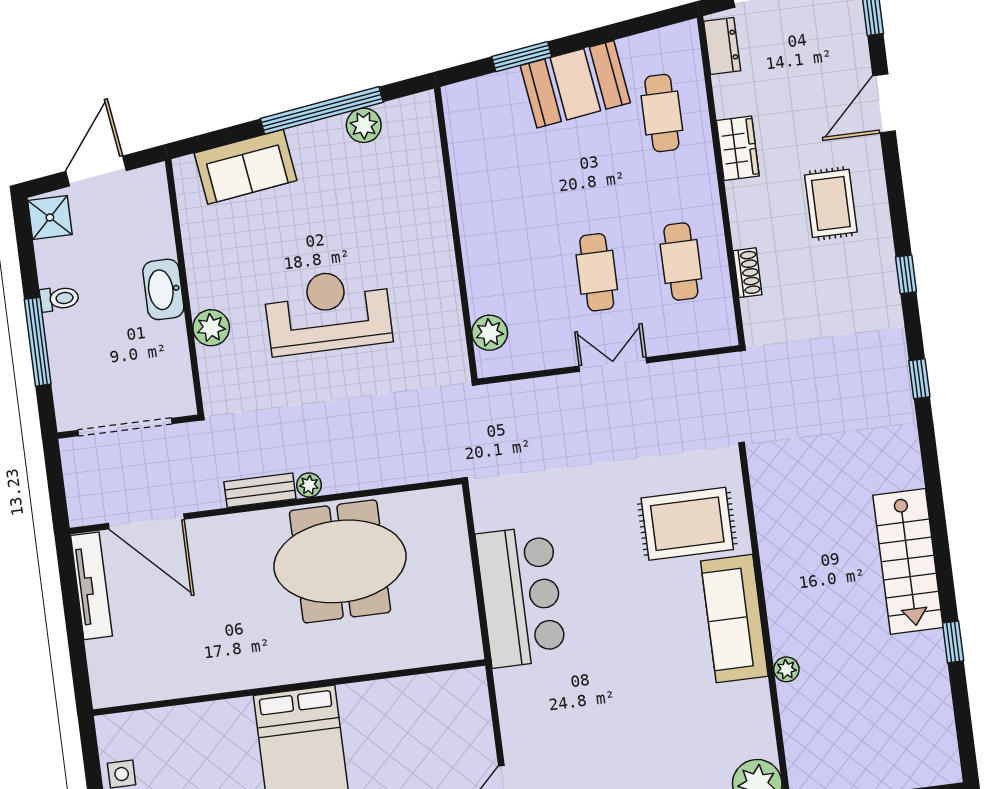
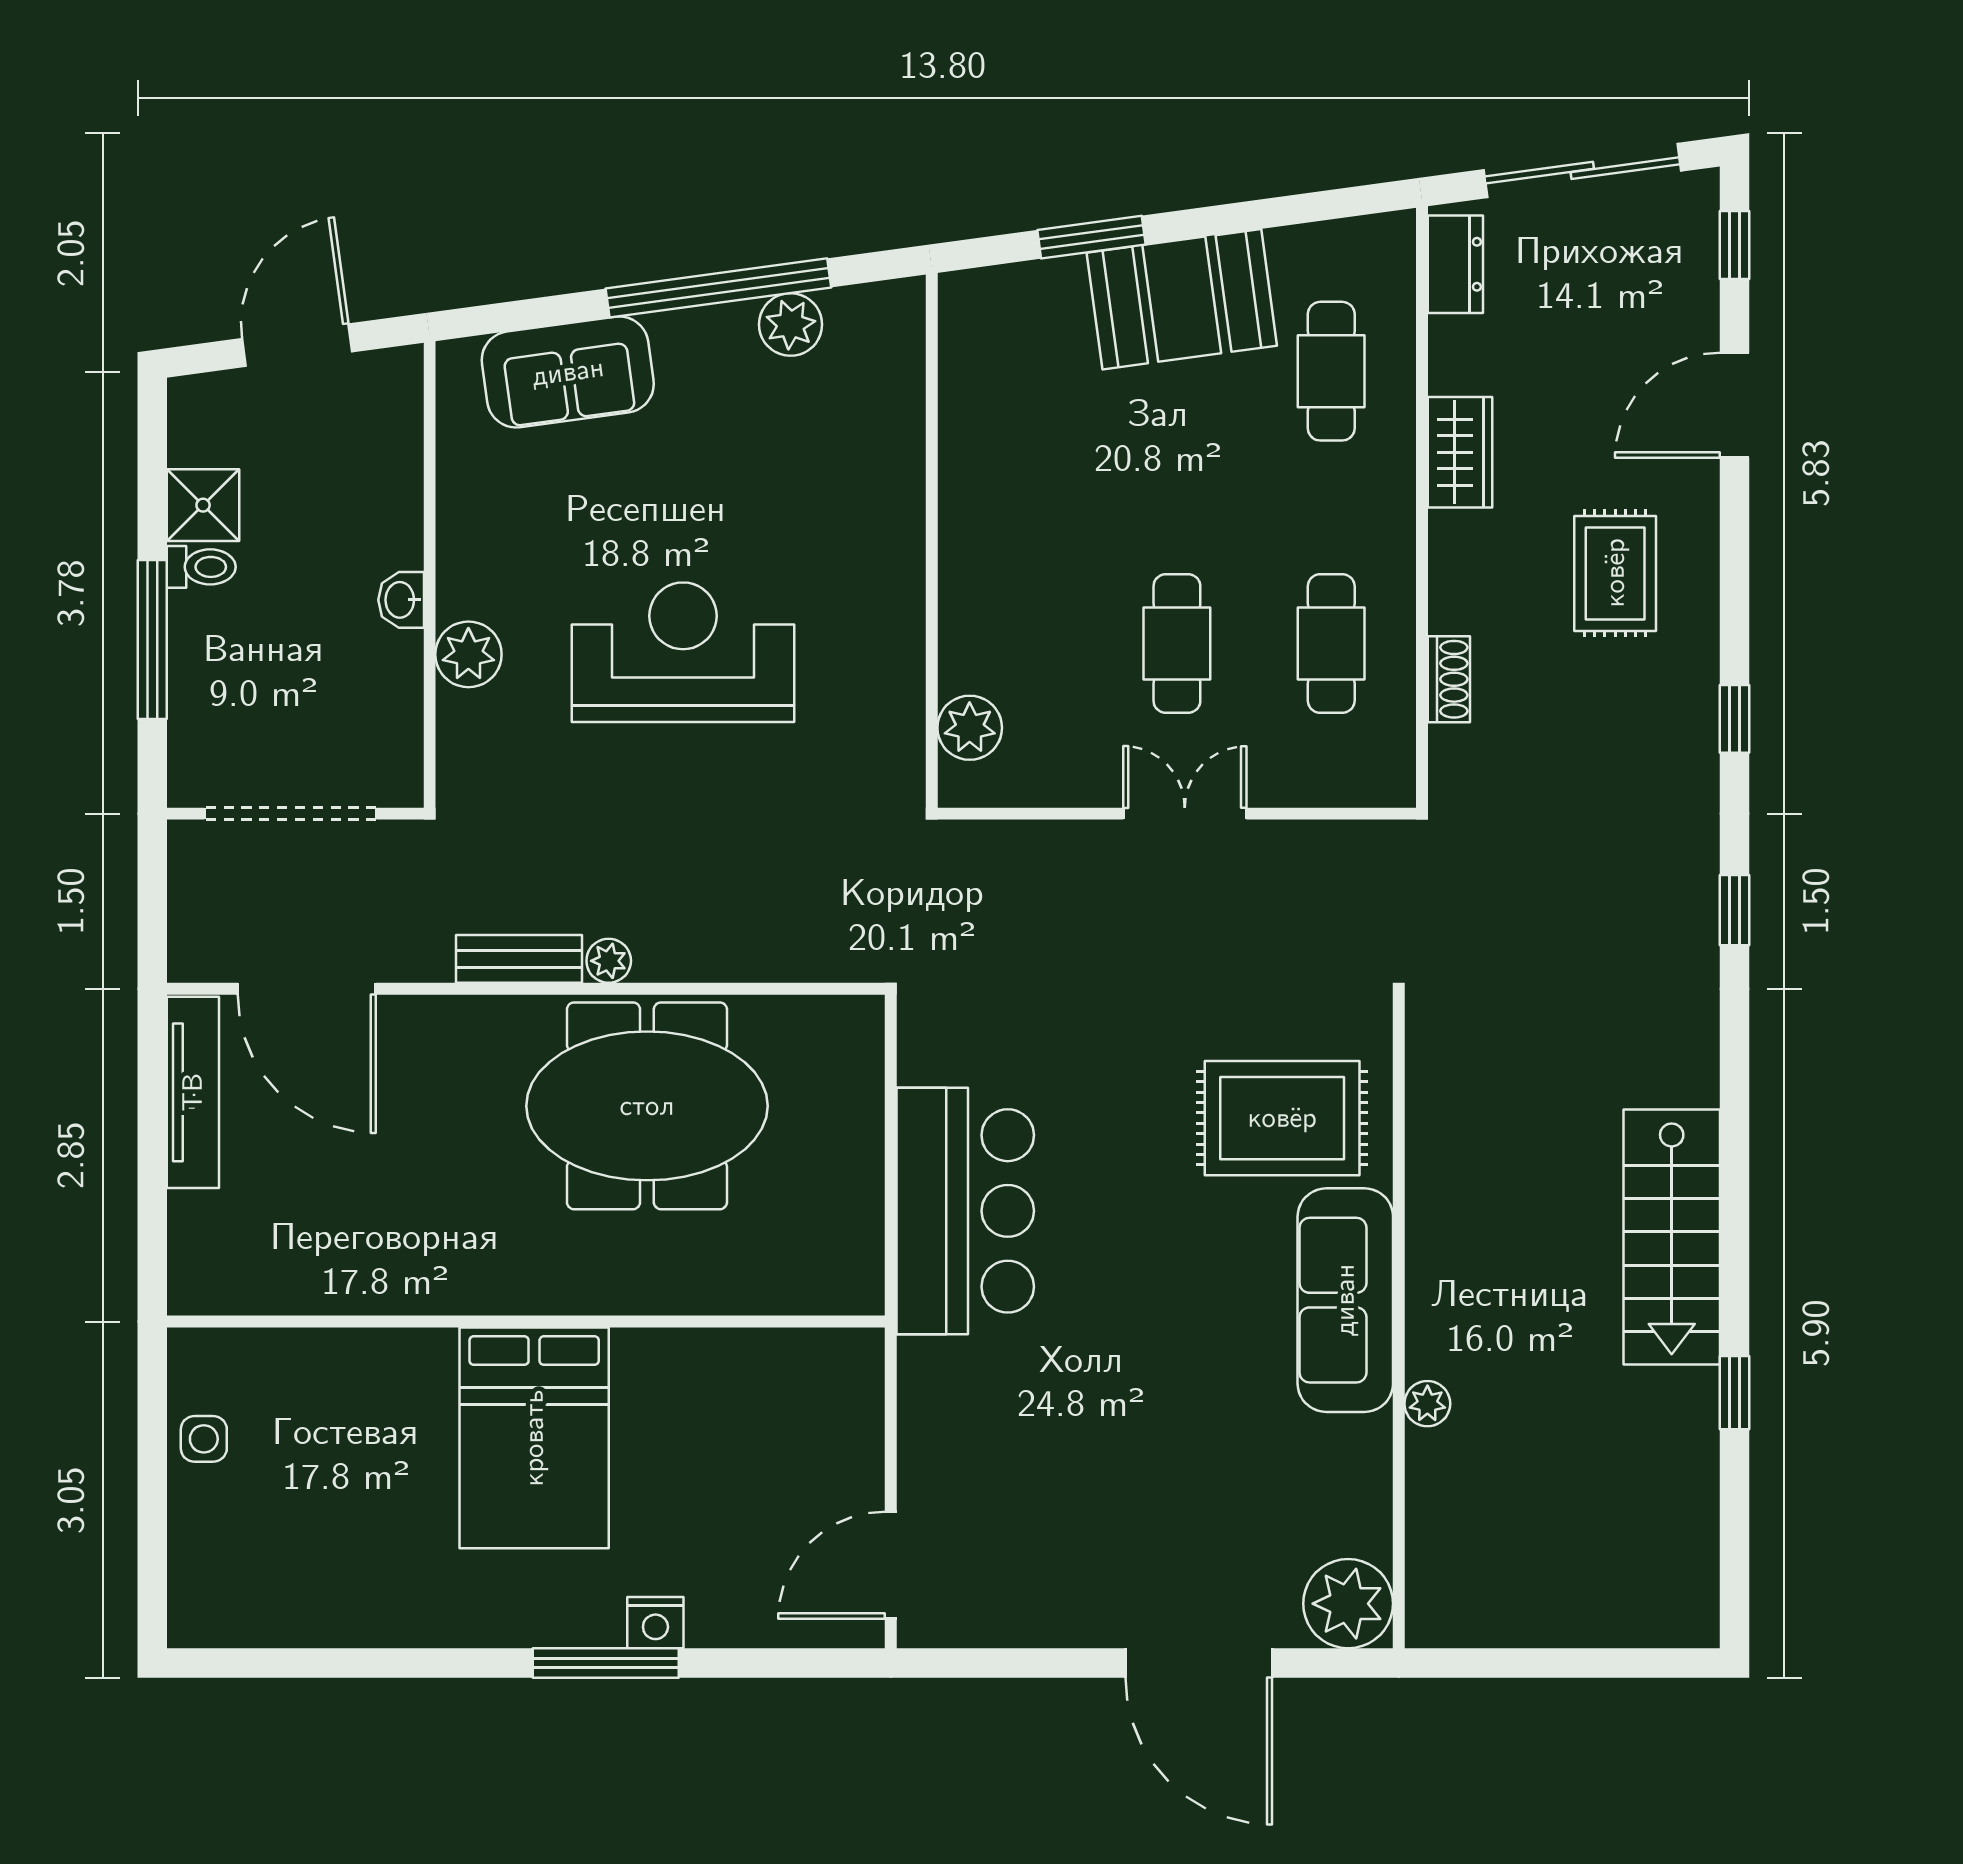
shower: (50, 217) -> (203, 505), moved
washbasin: (163, 289) -> (401, 600), width x0.52, depth x0.69

